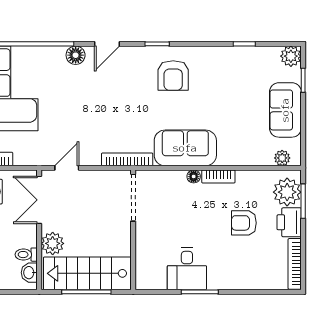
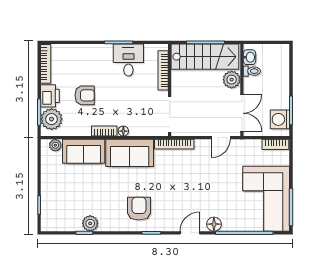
plant: (291, 56) -> (90, 223), moved
sofa: (285, 110) -> (84, 151), moved, turned 90
bookcase: (142, 255) -> (163, 70), added

